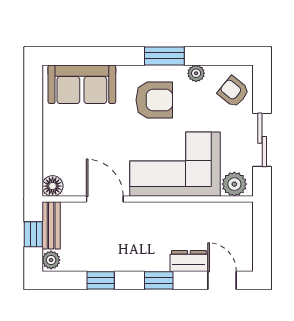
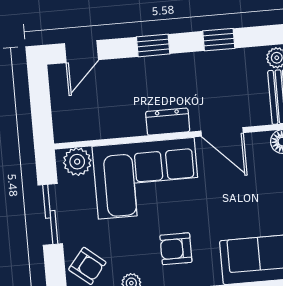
armchair: (154, 100) -> (176, 249), width x0.72, depth x0.72
dresser: (189, 261) -> (168, 122), moved, turned 180
door: (222, 280) -> (82, 52), hinge flipped

